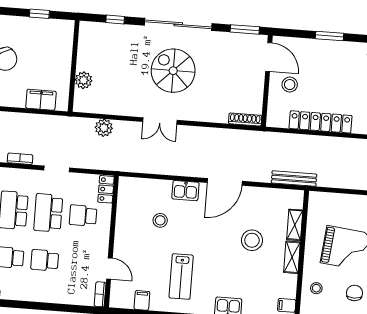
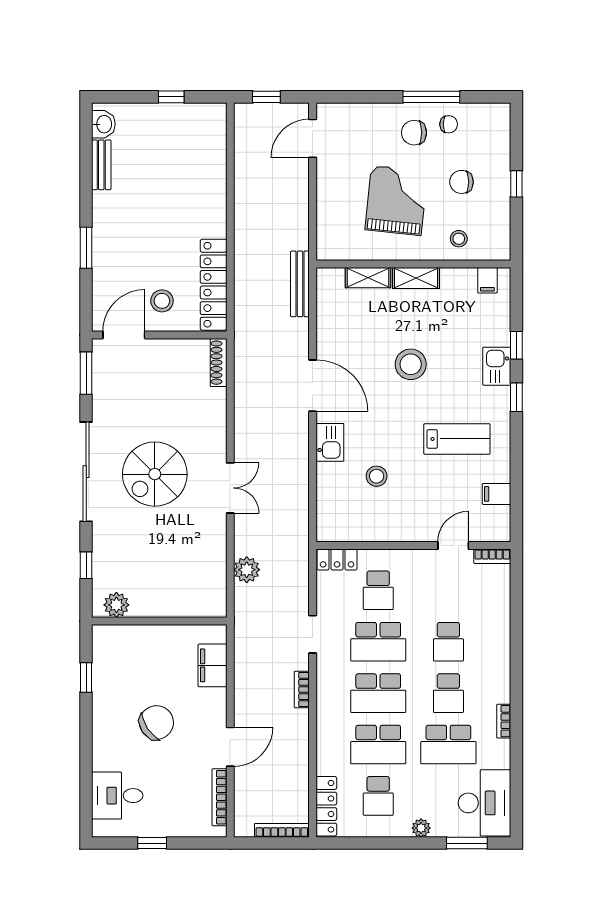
plant: (84, 80) -> (116, 605), moved
locker: (321, 122) -> (214, 285), moved
stool: (252, 240) -> (411, 364), moved

